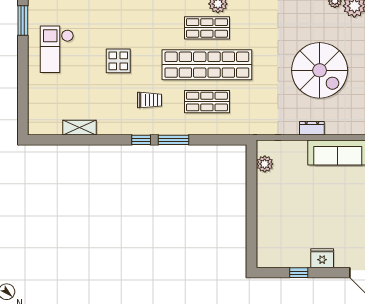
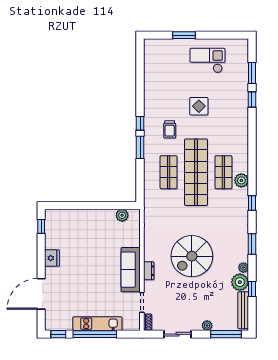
window: (23, 21) -> (184, 35), moved
shelving: (80, 128) -> (149, 77), removed
dresser: (312, 128) -> (149, 271), moved
window: (299, 273) -> (41, 226), moved

